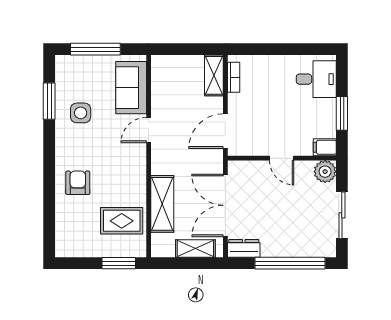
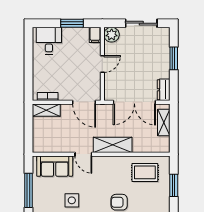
shelving: (162, 204) -> (113, 145), moved
rug: (122, 221) -> (145, 172), turned 90
window: (119, 263) -> (174, 185), moved
window: (290, 263) -> (174, 58), width x0.47

